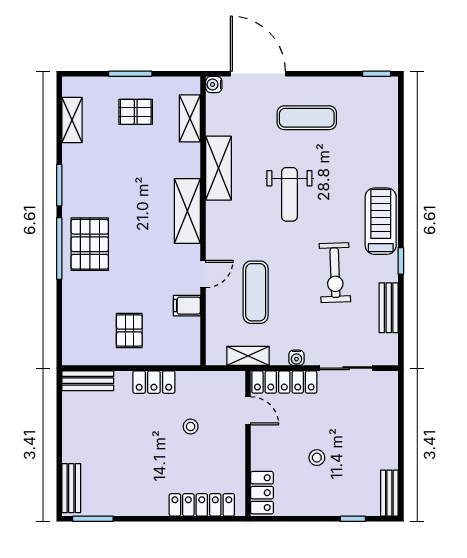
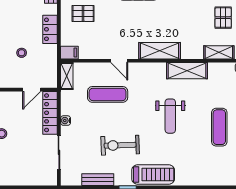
weight bench: (289, 194) -> (170, 116), turned -90
filing cabinet: (187, 306) -> (69, 53), moved, turned 90
shelving: (248, 356) -> (67, 76), moved

